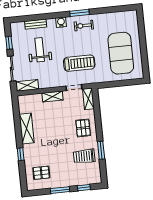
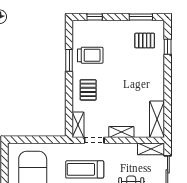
shelving: (27, 129) -> (157, 119), moved
window: (21, 154) -> (168, 47), moved
window: (60, 190) -> (141, 17), moved

